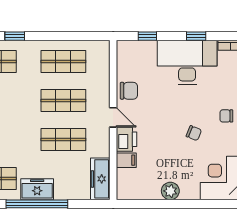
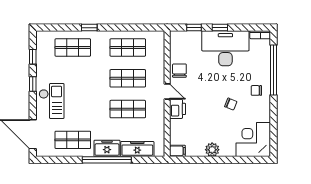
window: (196, 36) -> (220, 28), moved
chair: (129, 91) -> (179, 71), turned -90
filing cabinet: (126, 160) -> (177, 151), moved
freezer: (100, 179) -> (137, 149), moved, turned 90

